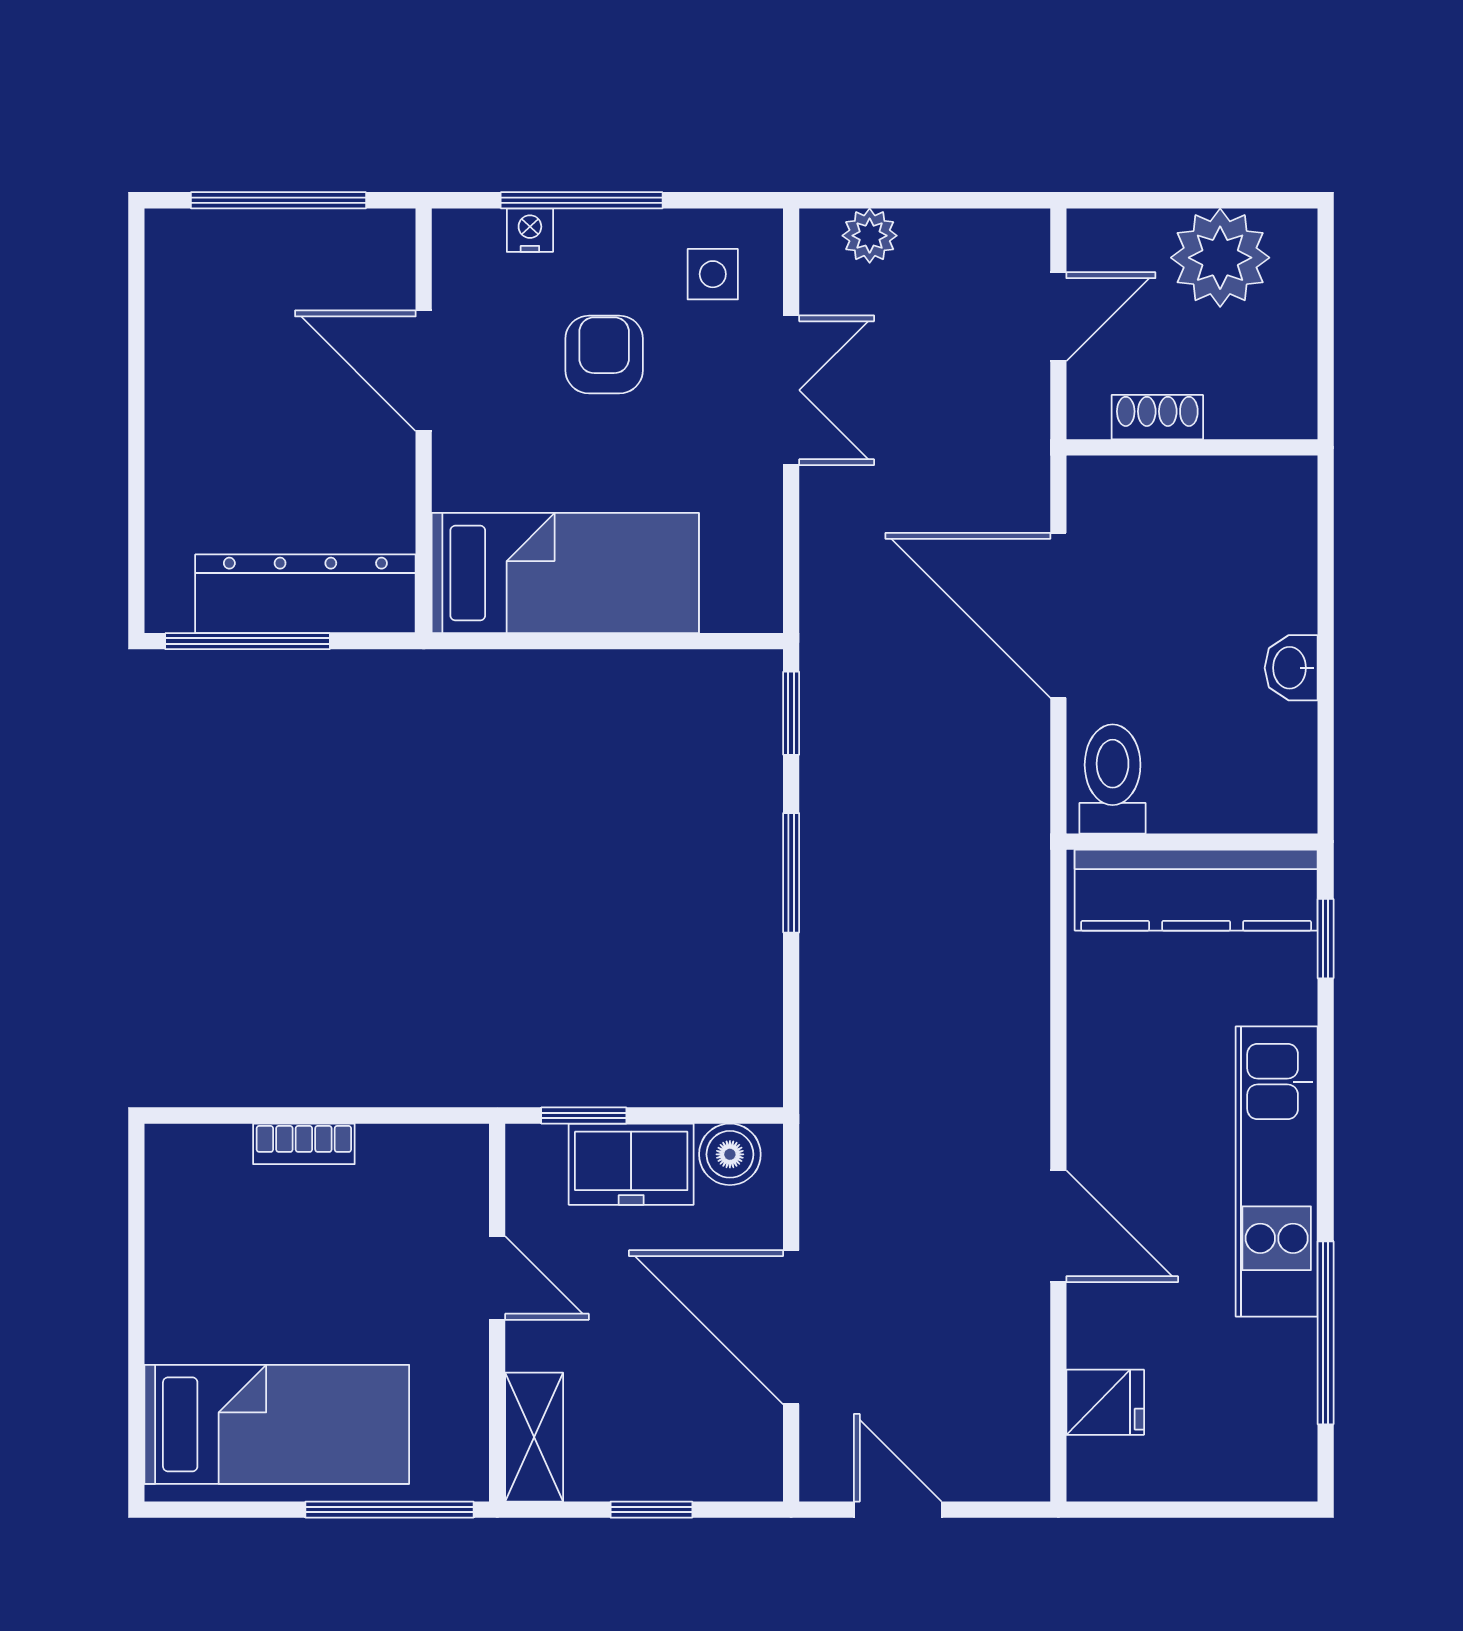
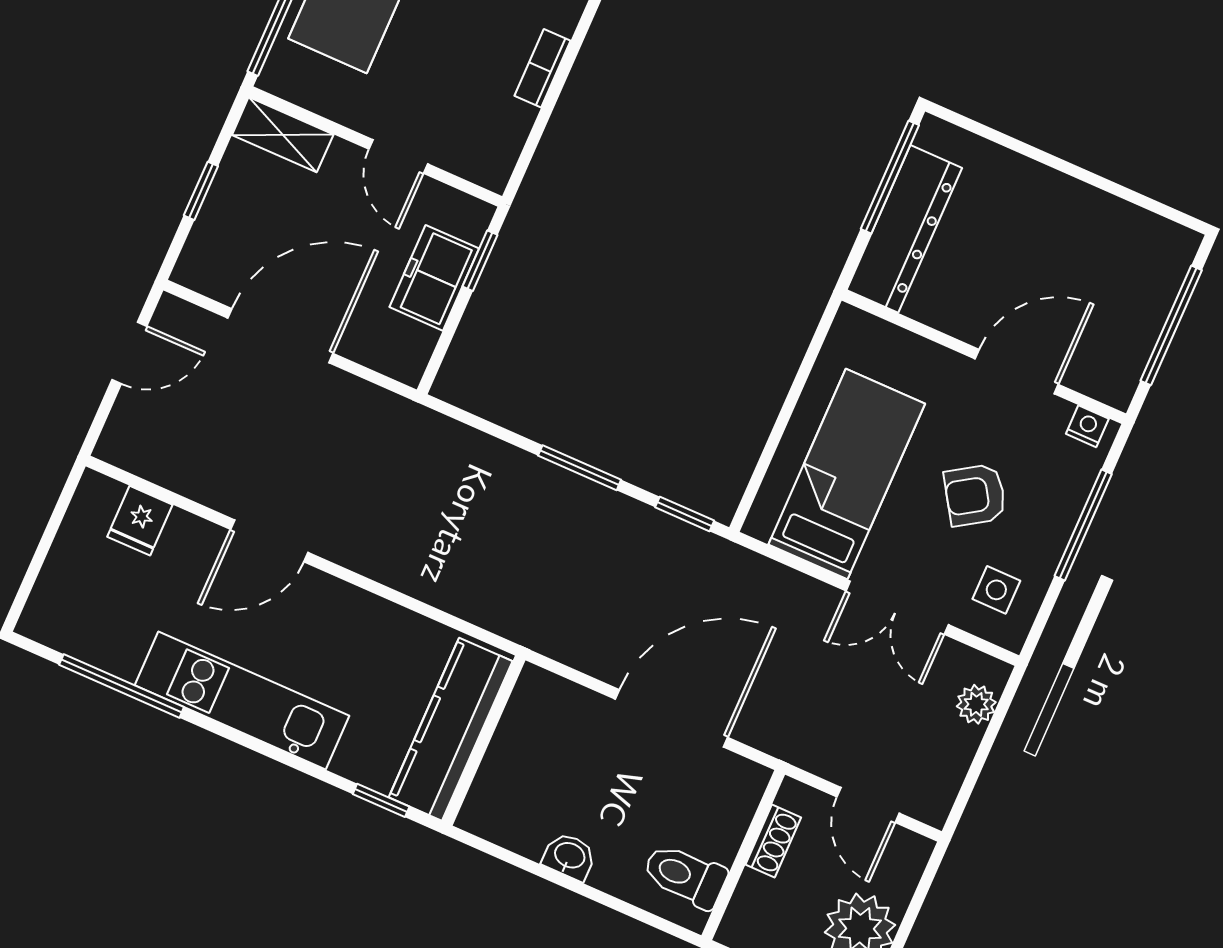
nightstand: (530, 230) -> (1087, 426), moved, turned -90
armchair: (604, 355) -> (975, 495), turned 147
bed: (565, 573) -> (847, 474), moved, turned 180
toilet: (1113, 779) -> (685, 876), moved, turned 180
boiler: (730, 1154) -> (412, 346), removed
door: (497, 1278) -> (398, 157), hinge flipped

